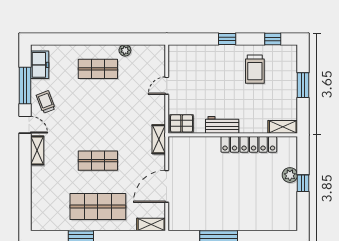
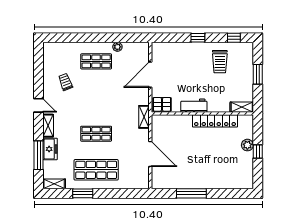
freezer: (40, 65) -> (50, 149), moved
window: (25, 86) -> (39, 155), moved
door: (167, 86) -> (150, 75), width x1.87
trolley: (46, 102) -> (65, 82), moved
door: (167, 186) -> (150, 154), swing flipped
shelving: (151, 224) -> (54, 184), moved

